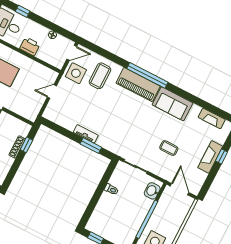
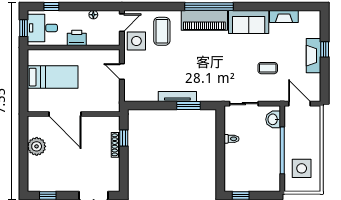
door: (52, 91) -> (122, 72), hinge flipped
fireplace: (212, 118) -> (284, 16), moved
tv unit: (86, 134) -> (177, 96), width x1.41

